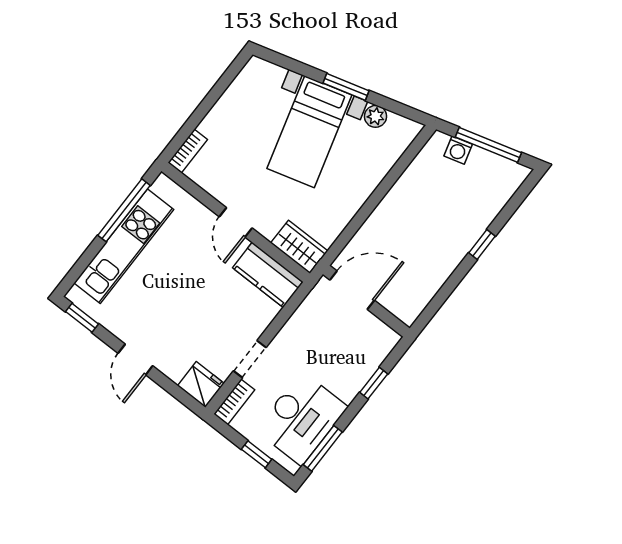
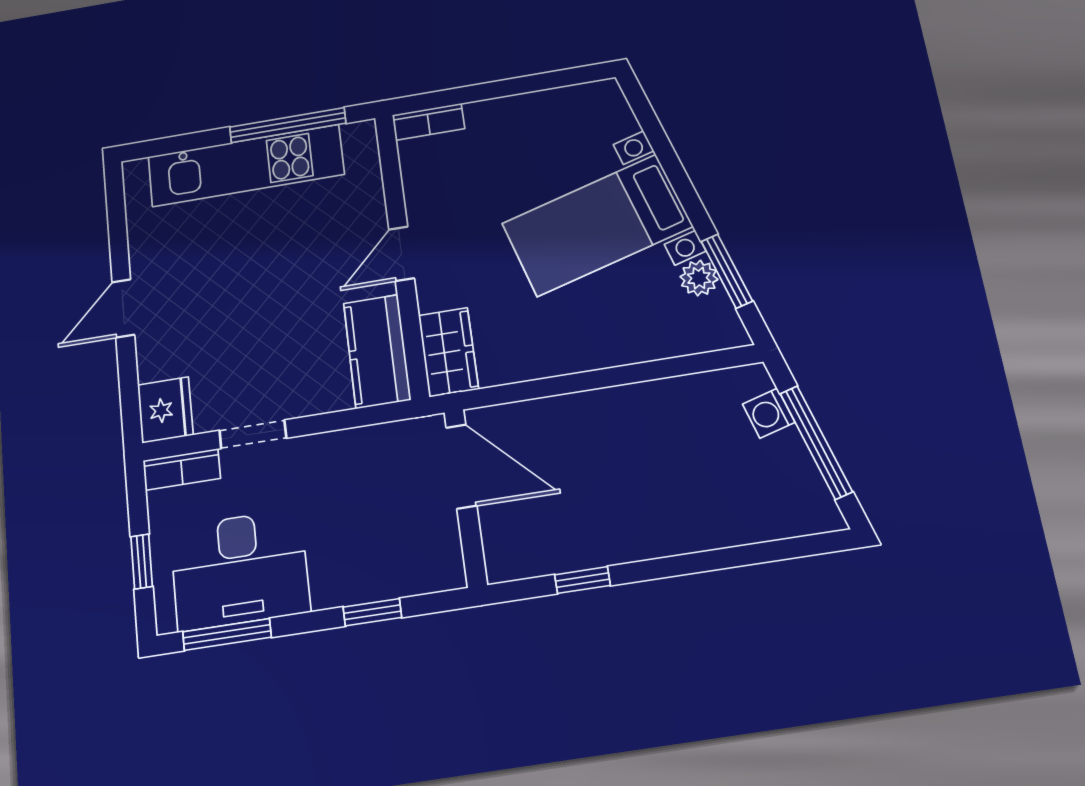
window: (346, 87) -> (727, 271), moved
window: (482, 244) -> (582, 580), moved
window: (82, 318) -> (116, 204), removed

